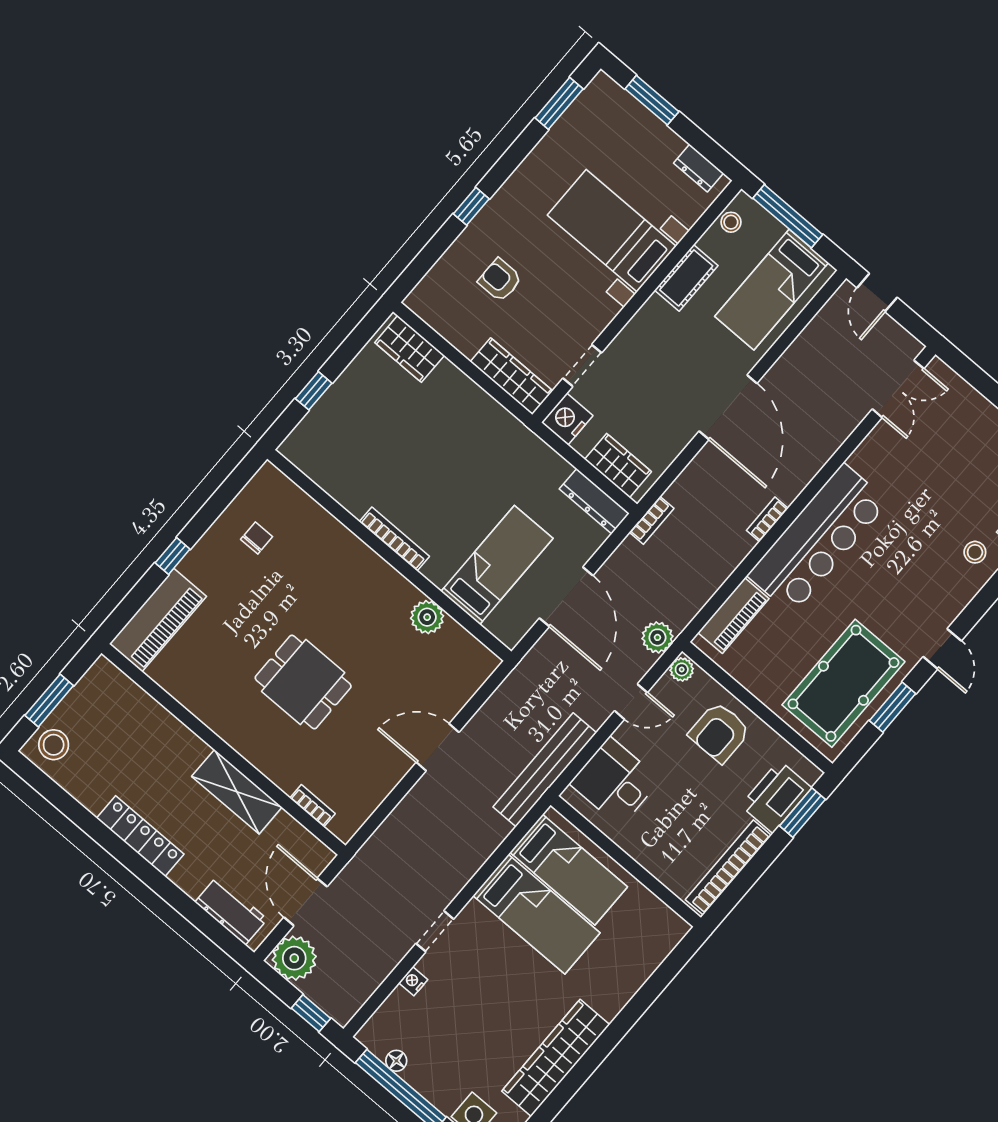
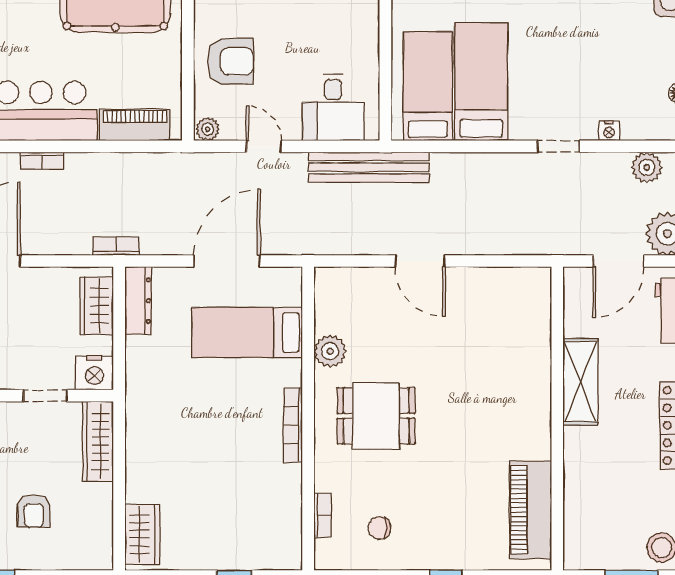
piano: (158, 620) -> (530, 510), moved, turned -90
plant: (657, 637) -> (647, 167), moved
dining table: (303, 682) -> (376, 416), moved, turned 90
bookcase: (312, 806) -> (323, 515), moved, turned 180

